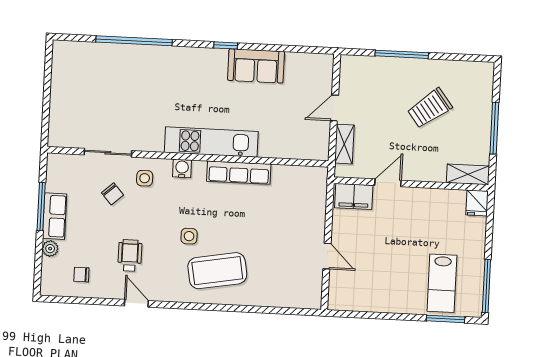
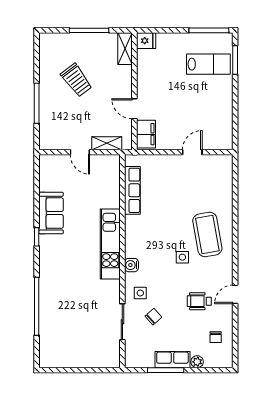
row of seats: (239, 173) -> (132, 190), moved

